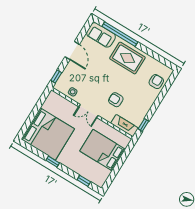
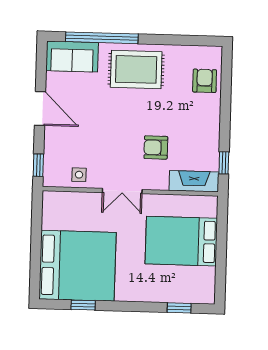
window: (53, 162) -> (83, 305), moved

